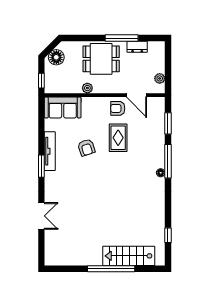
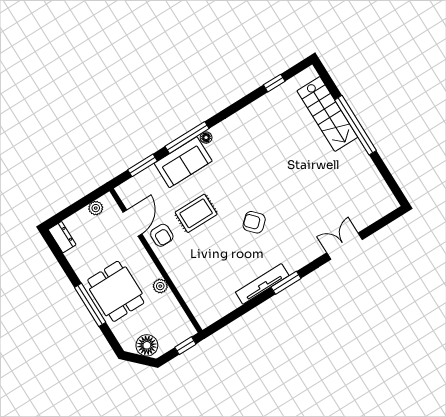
window: (122, 38) -> (90, 305), moved
dresser: (137, 47) -> (62, 237), moved
sofa: (63, 108) -> (183, 162), moved, turned 90
armchair: (86, 148) -> (254, 222), moved, turned -115

